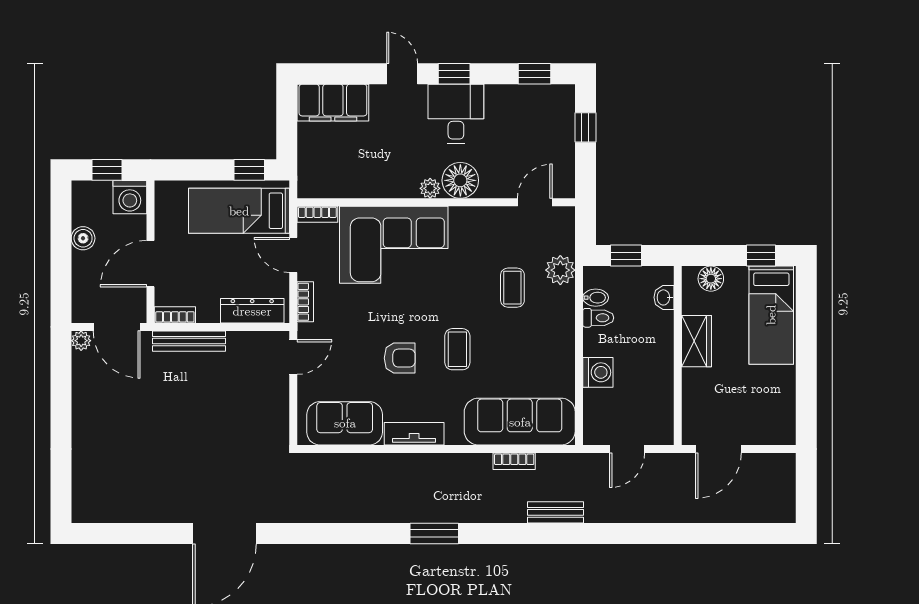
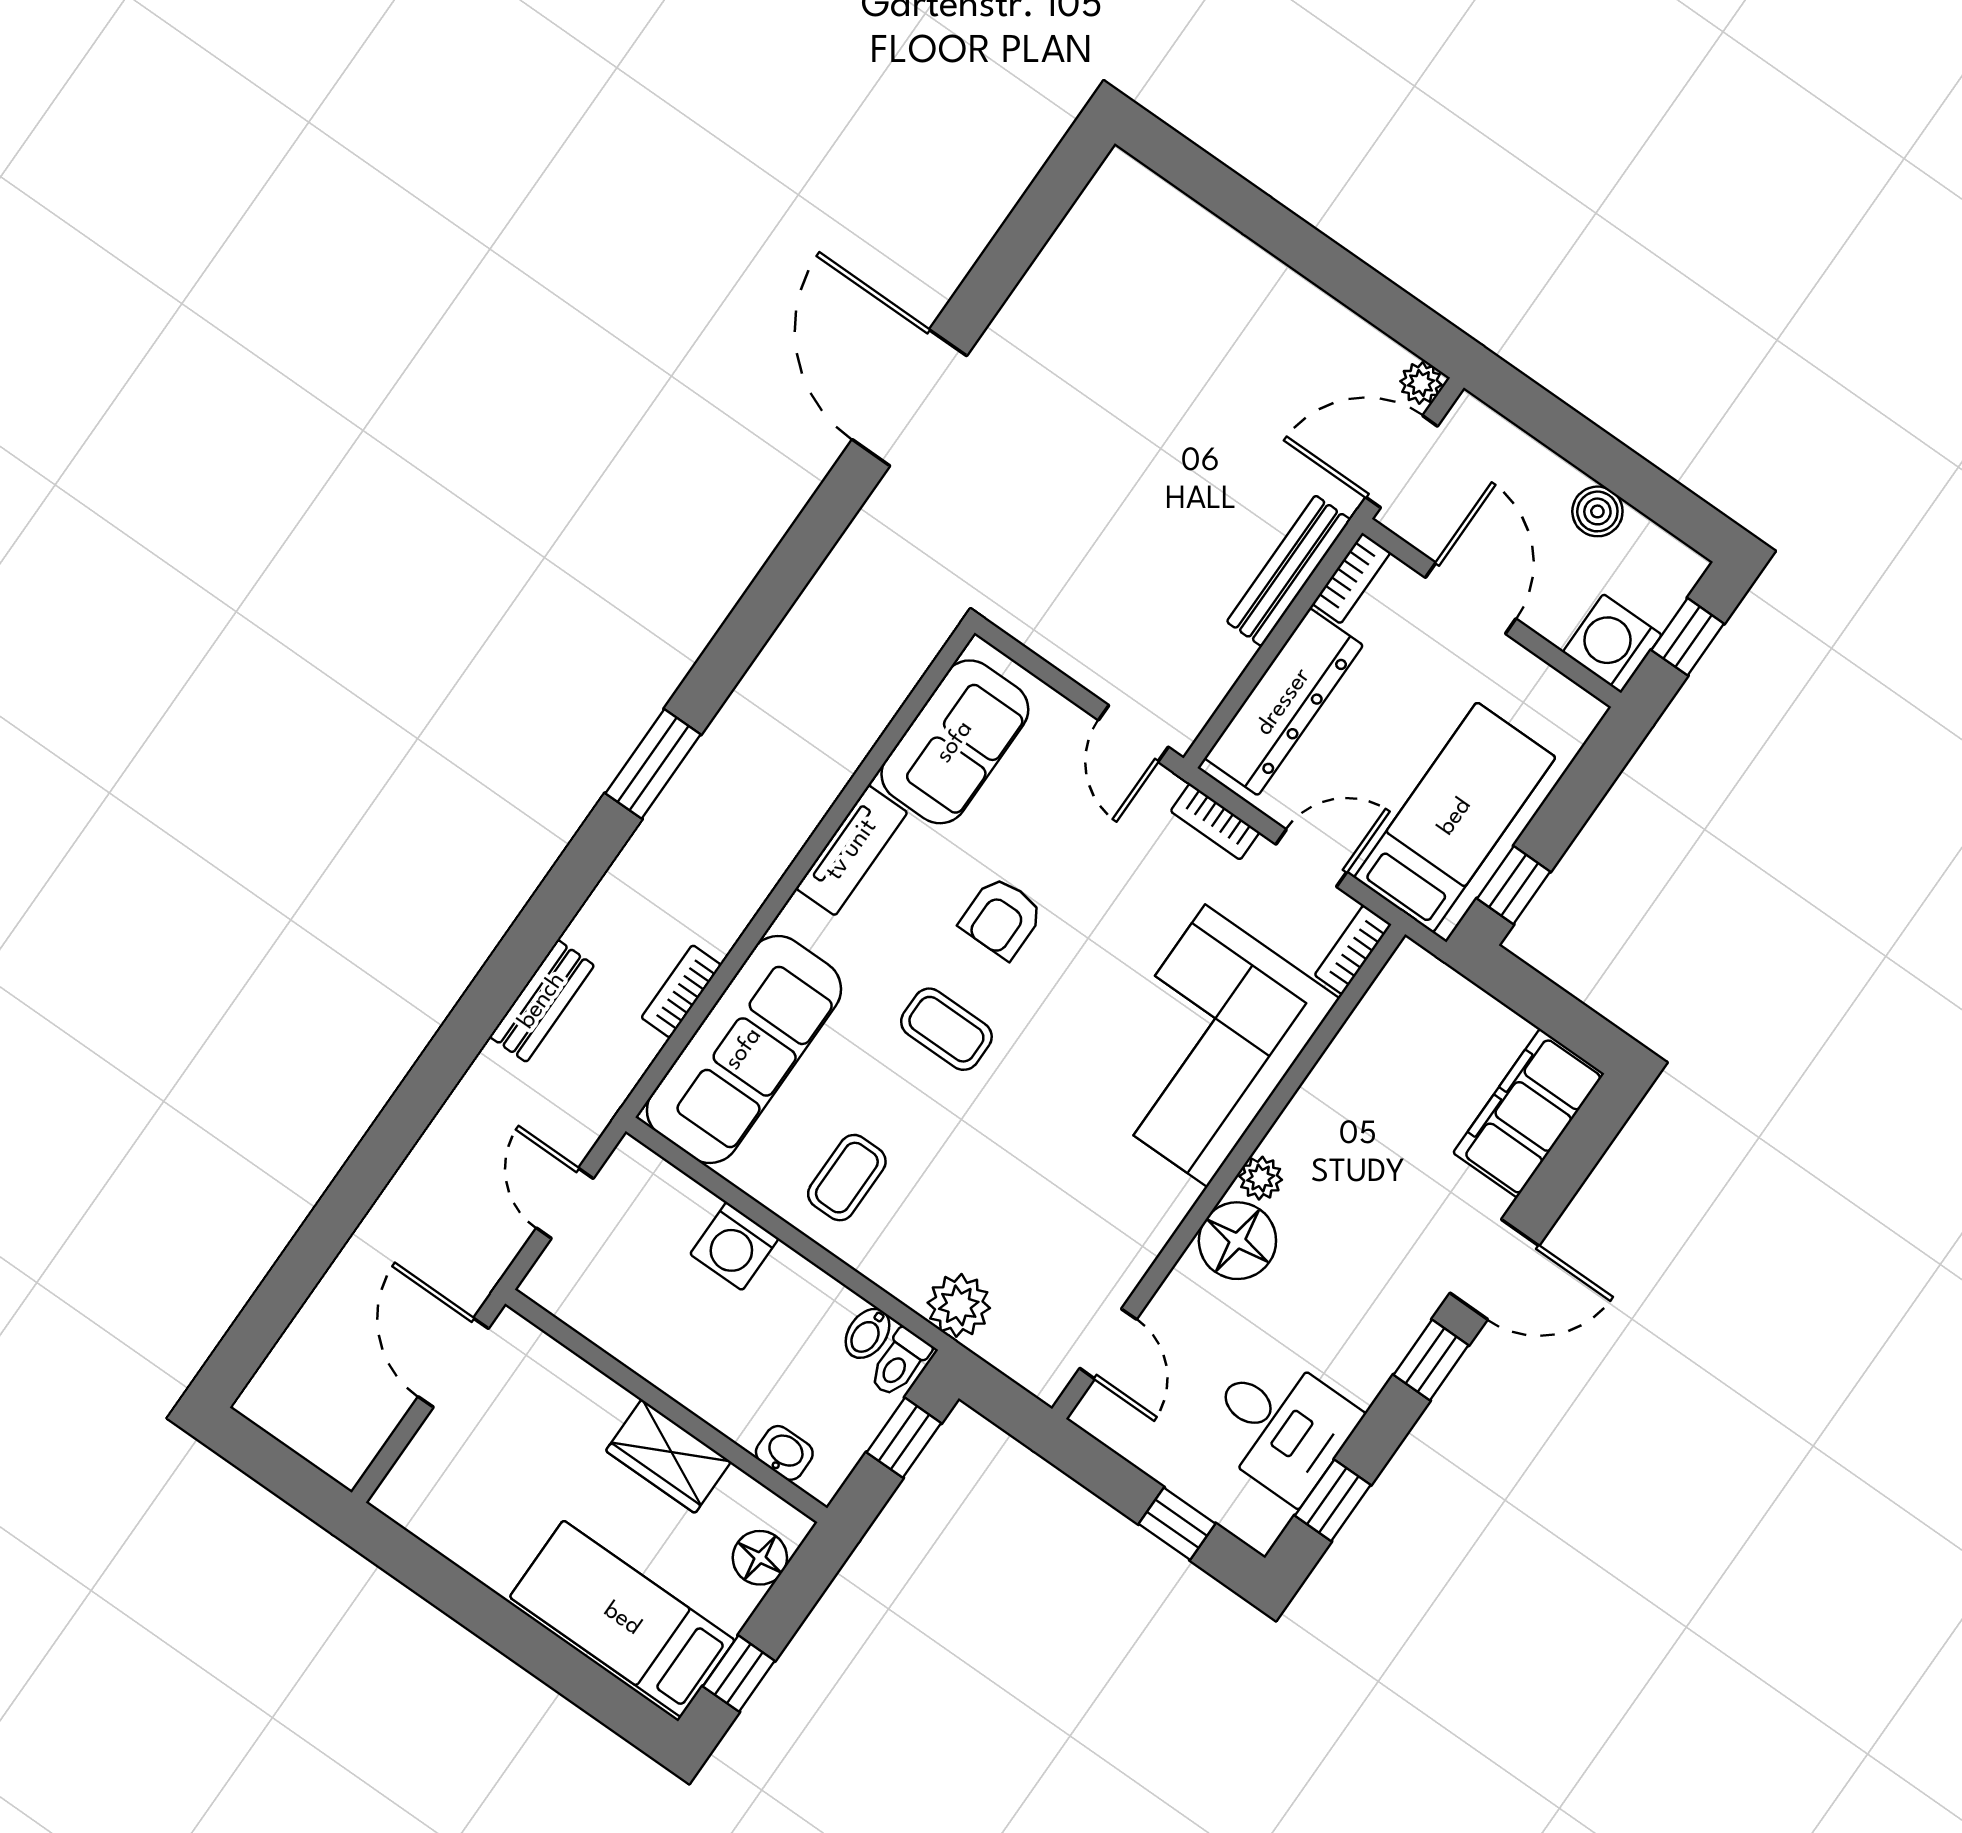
door: (402, 74) -> (1495, 1269), width x1.38
desk: (456, 114) -> (1280, 1425), moved
coffee table: (512, 288) -> (847, 1178), moved, turned 90
dresser: (252, 311) -> (1284, 702), width x1.37, depth x1.24
toilet: (598, 318) -> (899, 1363), moved

